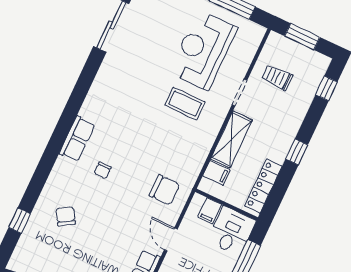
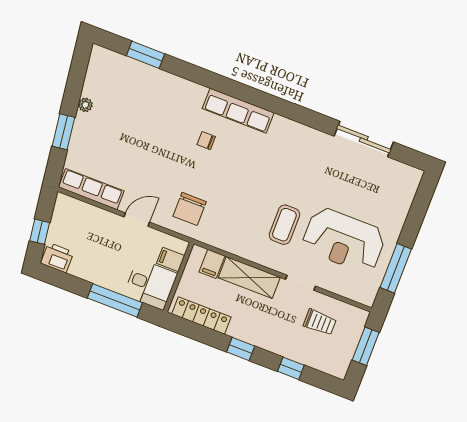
reception desk: (203, 50) -> (344, 240), turned 180
trolley: (277, 77) -> (320, 322), turned 90
window: (327, 88) -> (291, 368), moved
row of seats: (77, 139) -> (238, 111), width x1.48
chair: (66, 216) -> (154, 104), removed
window: (20, 221) -> (146, 55), width x1.50

